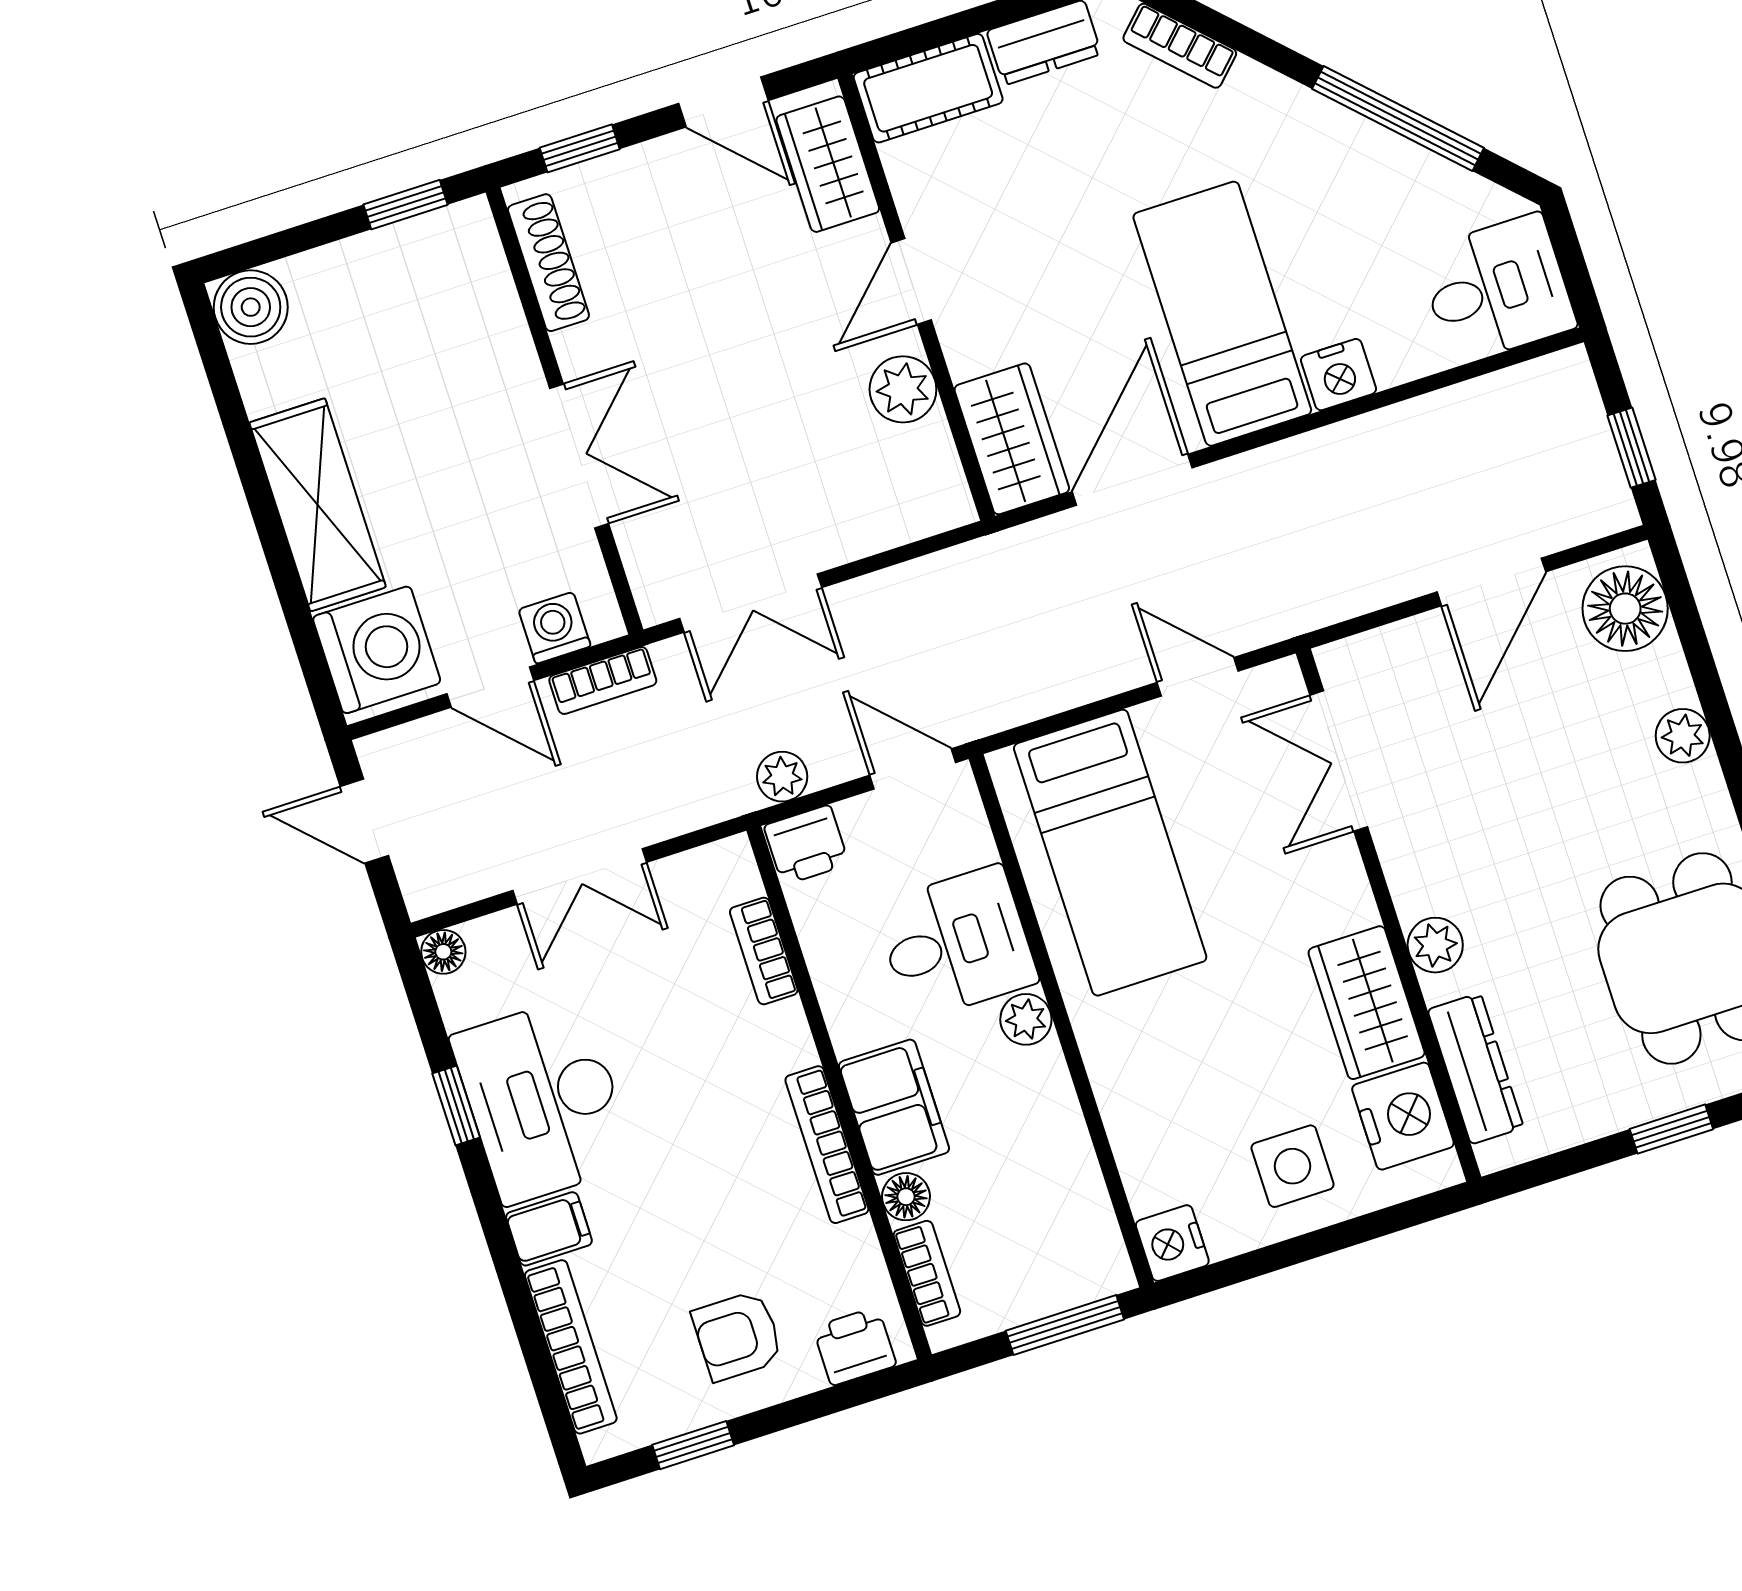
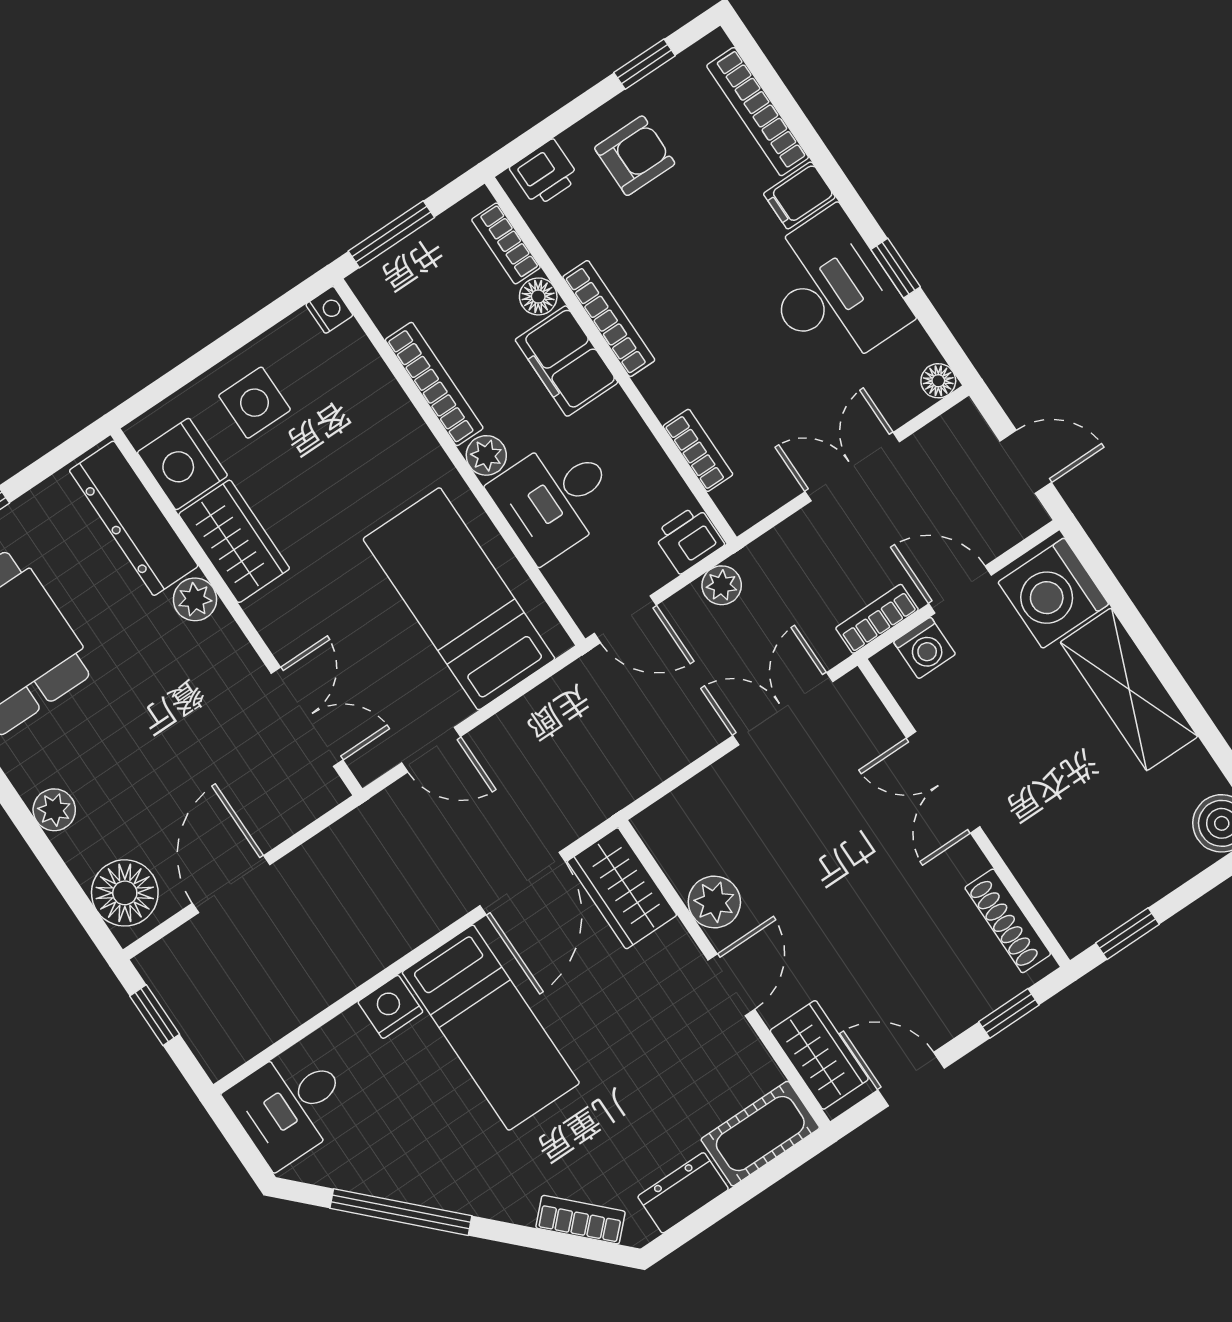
dresser: (1476, 1069) -> (134, 518), width x1.37, depth x1.24
bookcase: (1065, 1126) -> (434, 384), added
nightstand: (1172, 1243) -> (329, 310), width x0.72, depth x0.74

